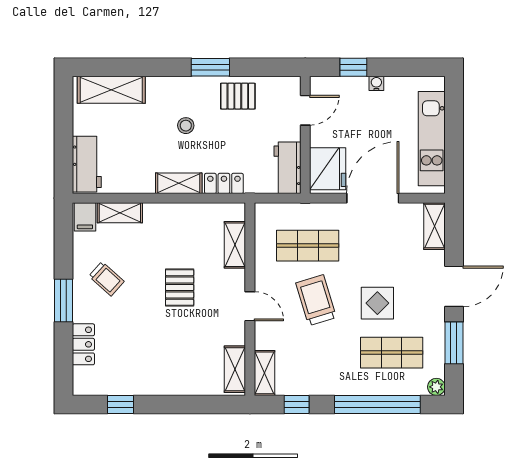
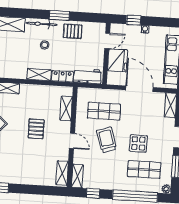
bicycle: (177, 86) -> (41, 24), added
workbench: (287, 168) -> (88, 76), moved, turned 90
fridge: (328, 169) -> (118, 60), moved
door: (373, 198) -> (139, 89), hinge flipped

